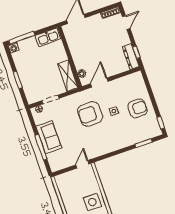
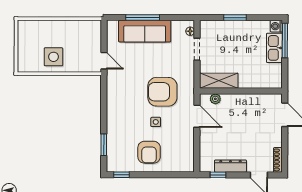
kitchen sink: (48, 37) -> (274, 48), moved
dresser: (131, 57) -> (230, 166), moved
armchair: (90, 114) -> (162, 92), turned -90
sofa: (49, 137) -> (145, 31), width x1.36

